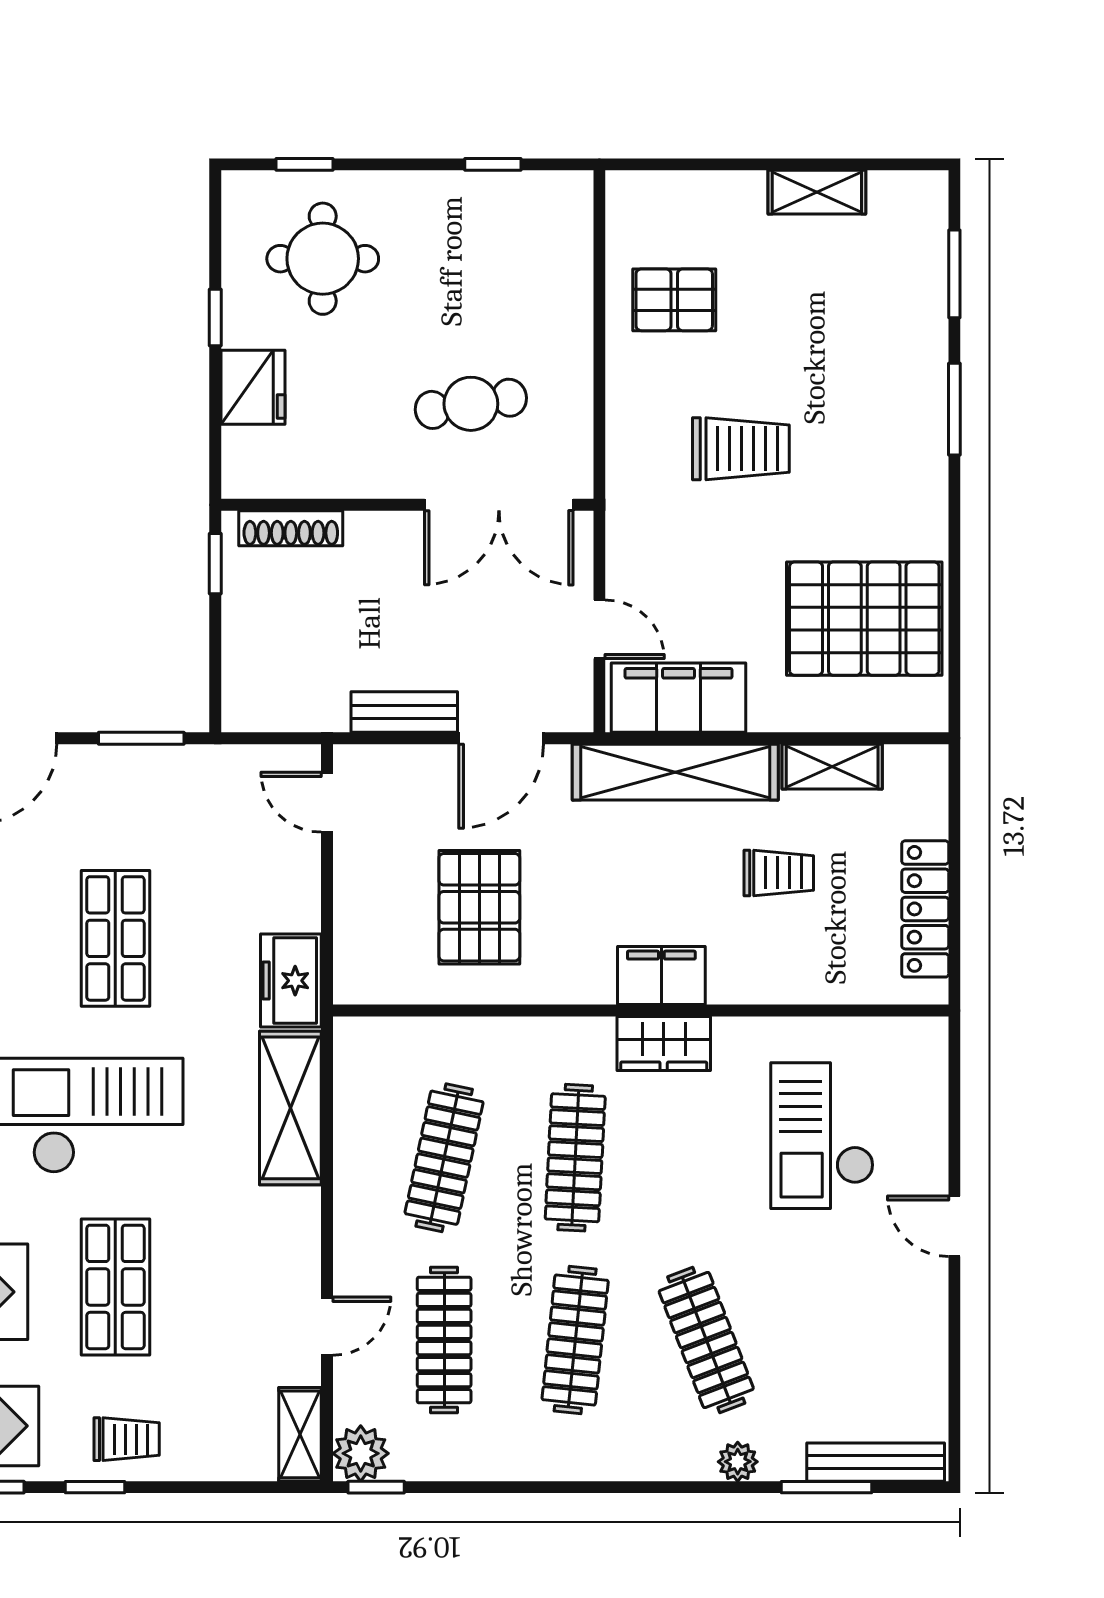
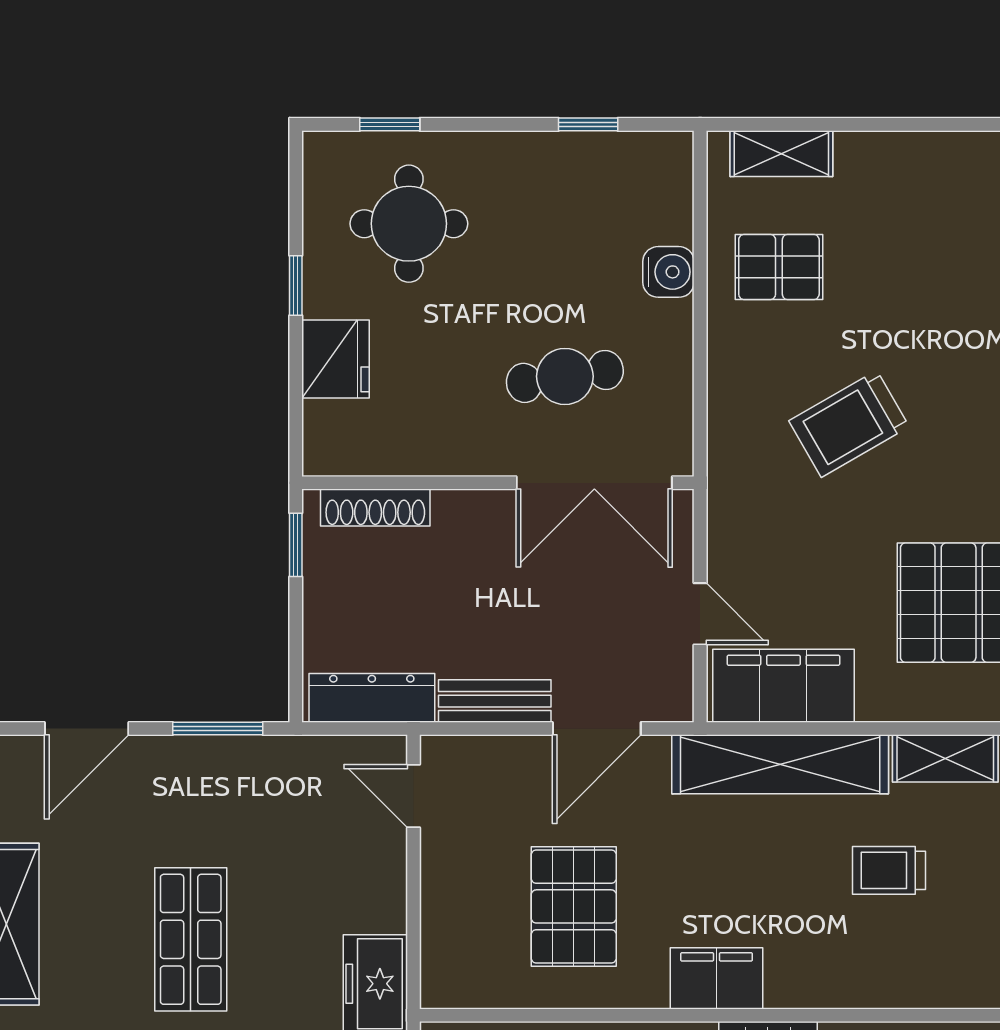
shelving: (817, 192) -> (781, 154), moved
water cooler: (569, 304) -> (668, 272), added
trolley: (741, 449) -> (849, 424), turned 150
dresser: (288, 709) -> (372, 698), added
trolley: (779, 873) -> (889, 870), turned 180
filing cabinet: (661, 976) -> (717, 978), moved

